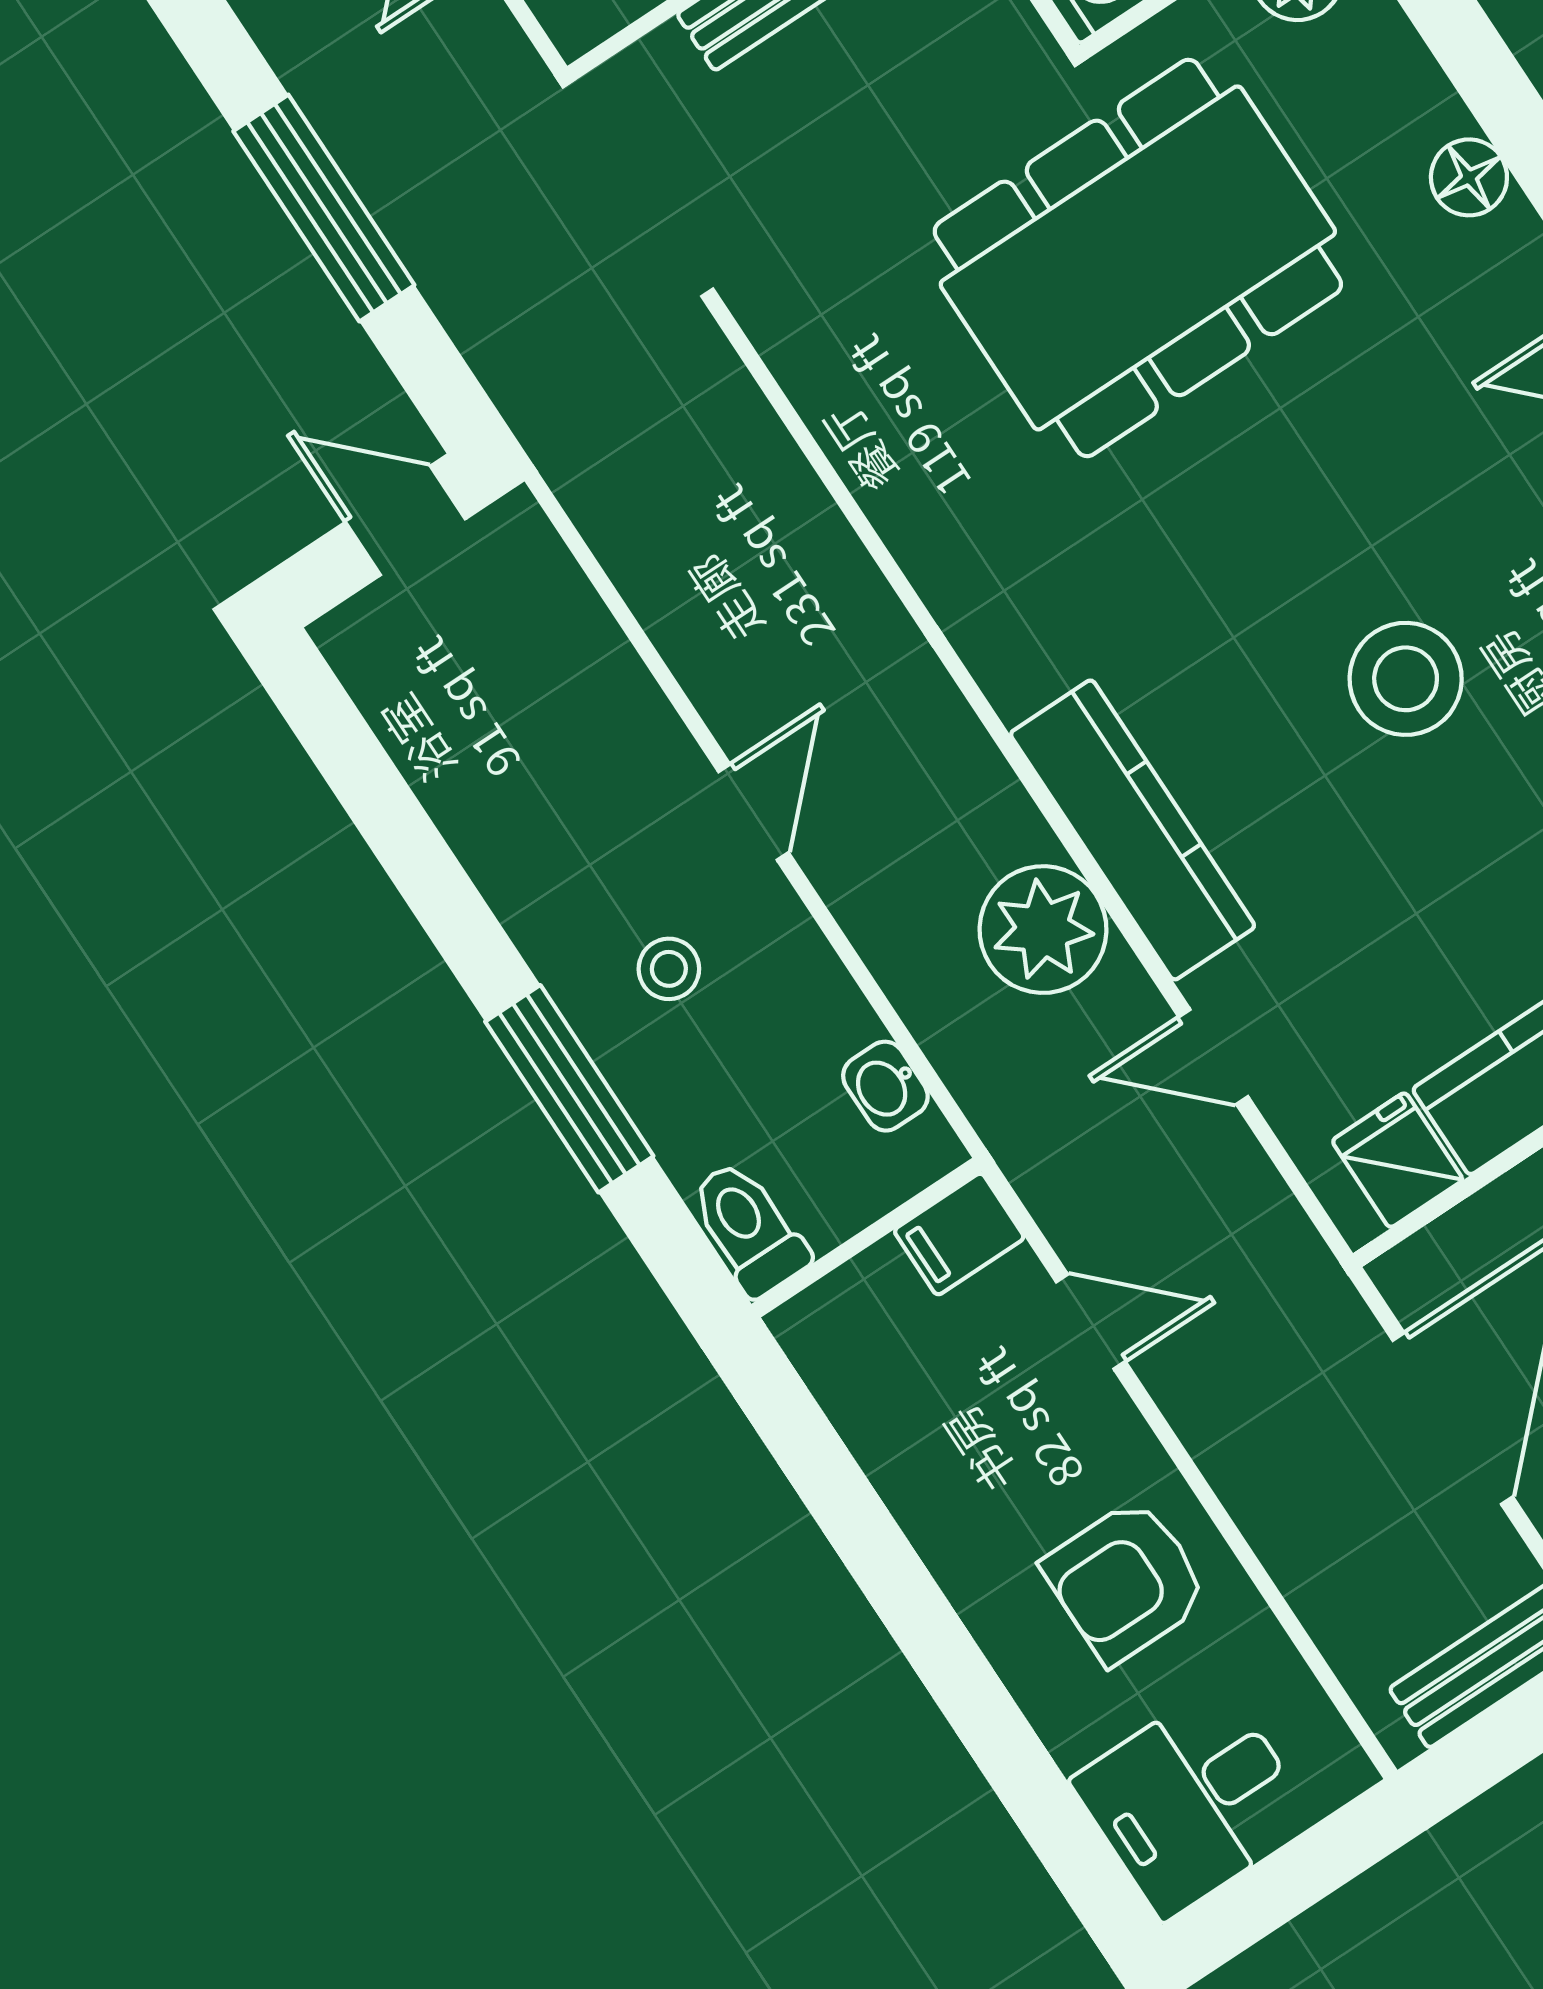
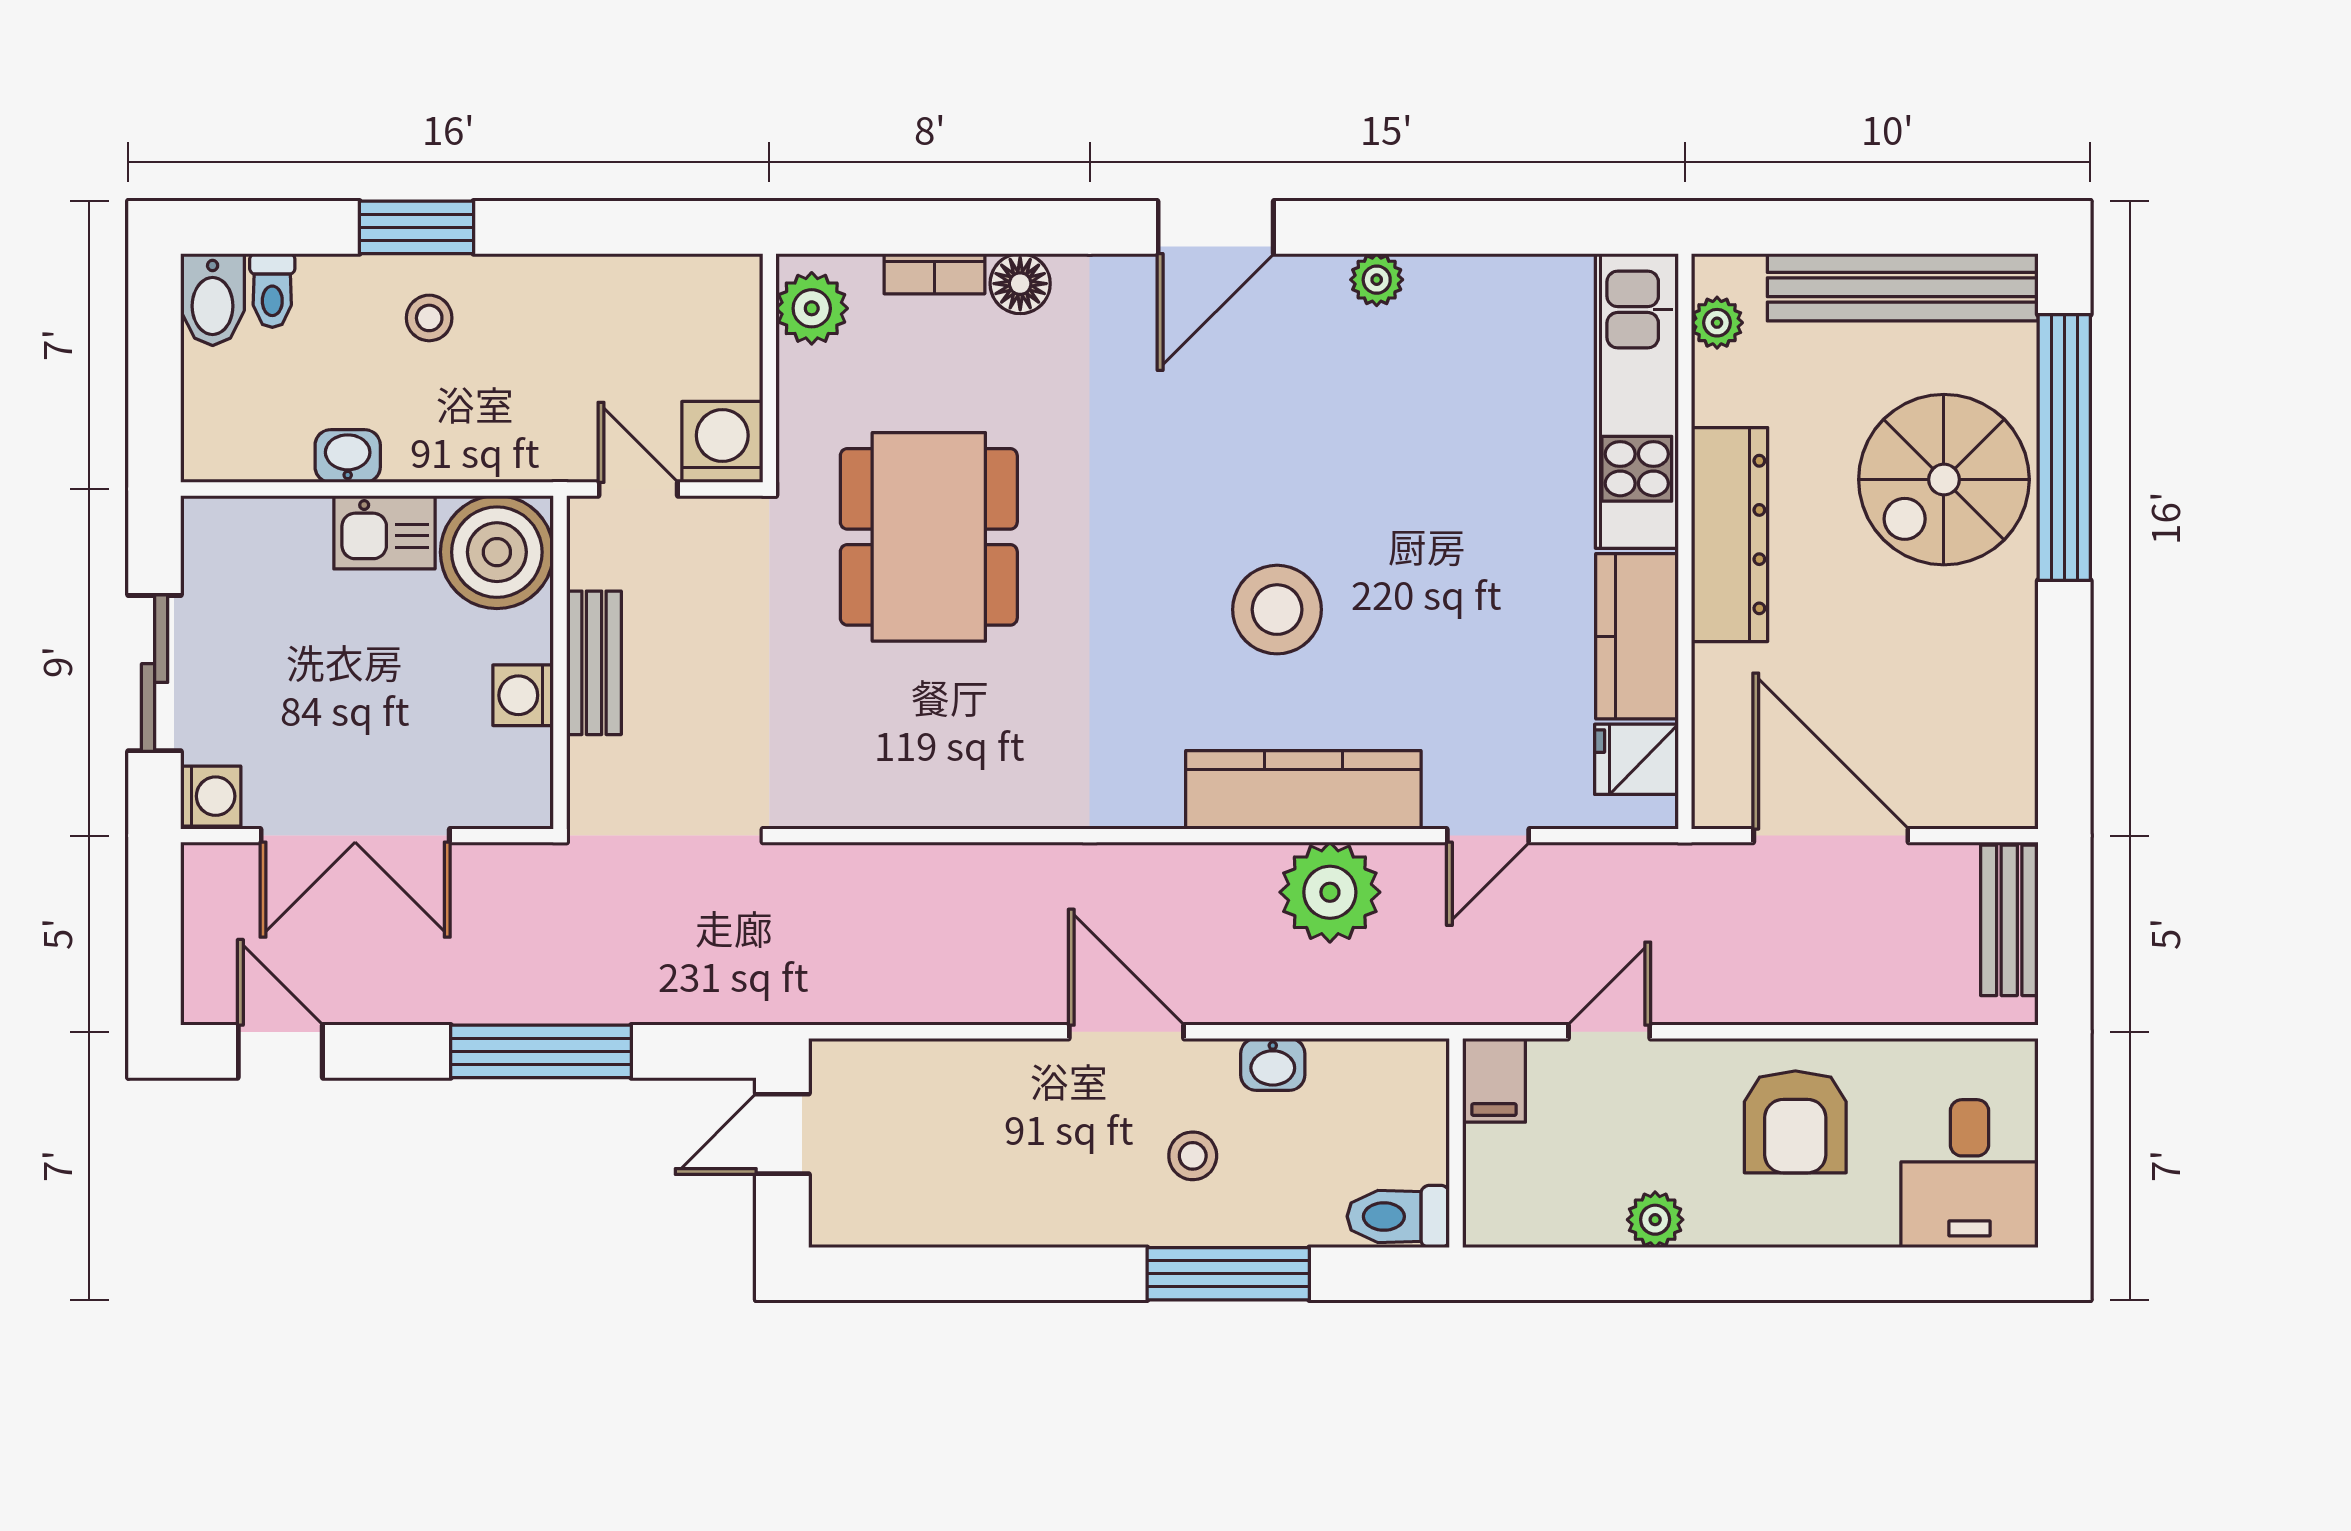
bookcase: (1420, 80) -> (934, 274), added
dining table: (1138, 258) -> (929, 537), width x0.73, depth x0.80
stool: (1406, 679) -> (1277, 610), moved
door: (754, 812) -> (1126, 1032), width x1.38
washbasin: (885, 1086) -> (1273, 1064), moved
plant: (925, 1502) -> (1655, 1220), added

